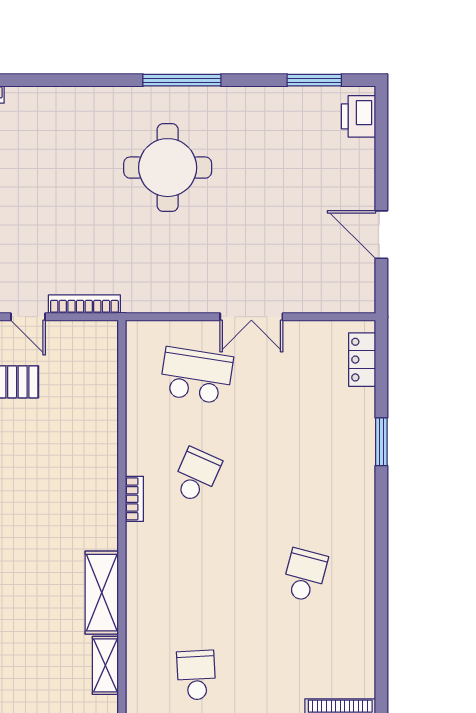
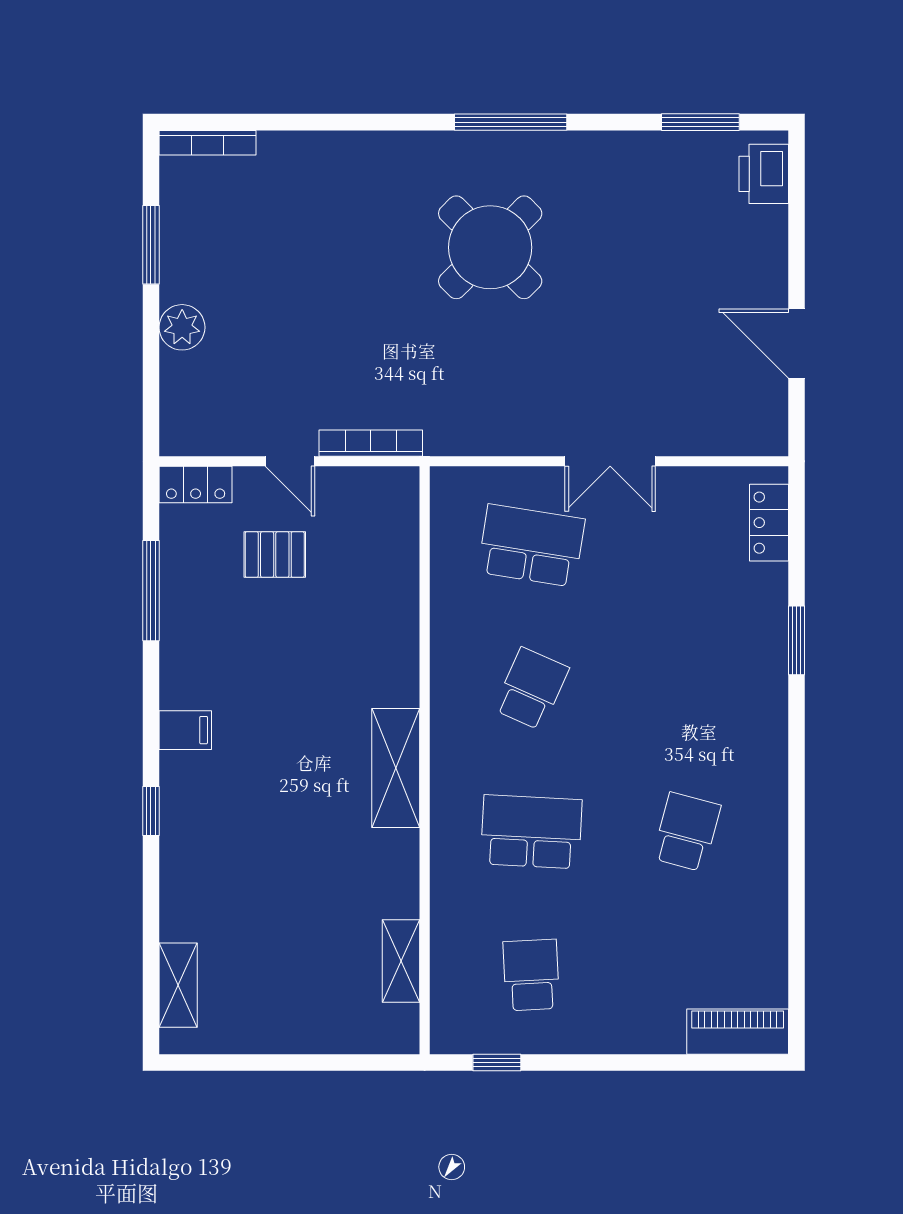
round table: (168, 168) -> (490, 247), turned 45
bookcase: (134, 499) -> (442, 722), removed
school desk: (196, 575) -> (531, 832), added
shelving: (102, 593) -> (396, 768), moved

